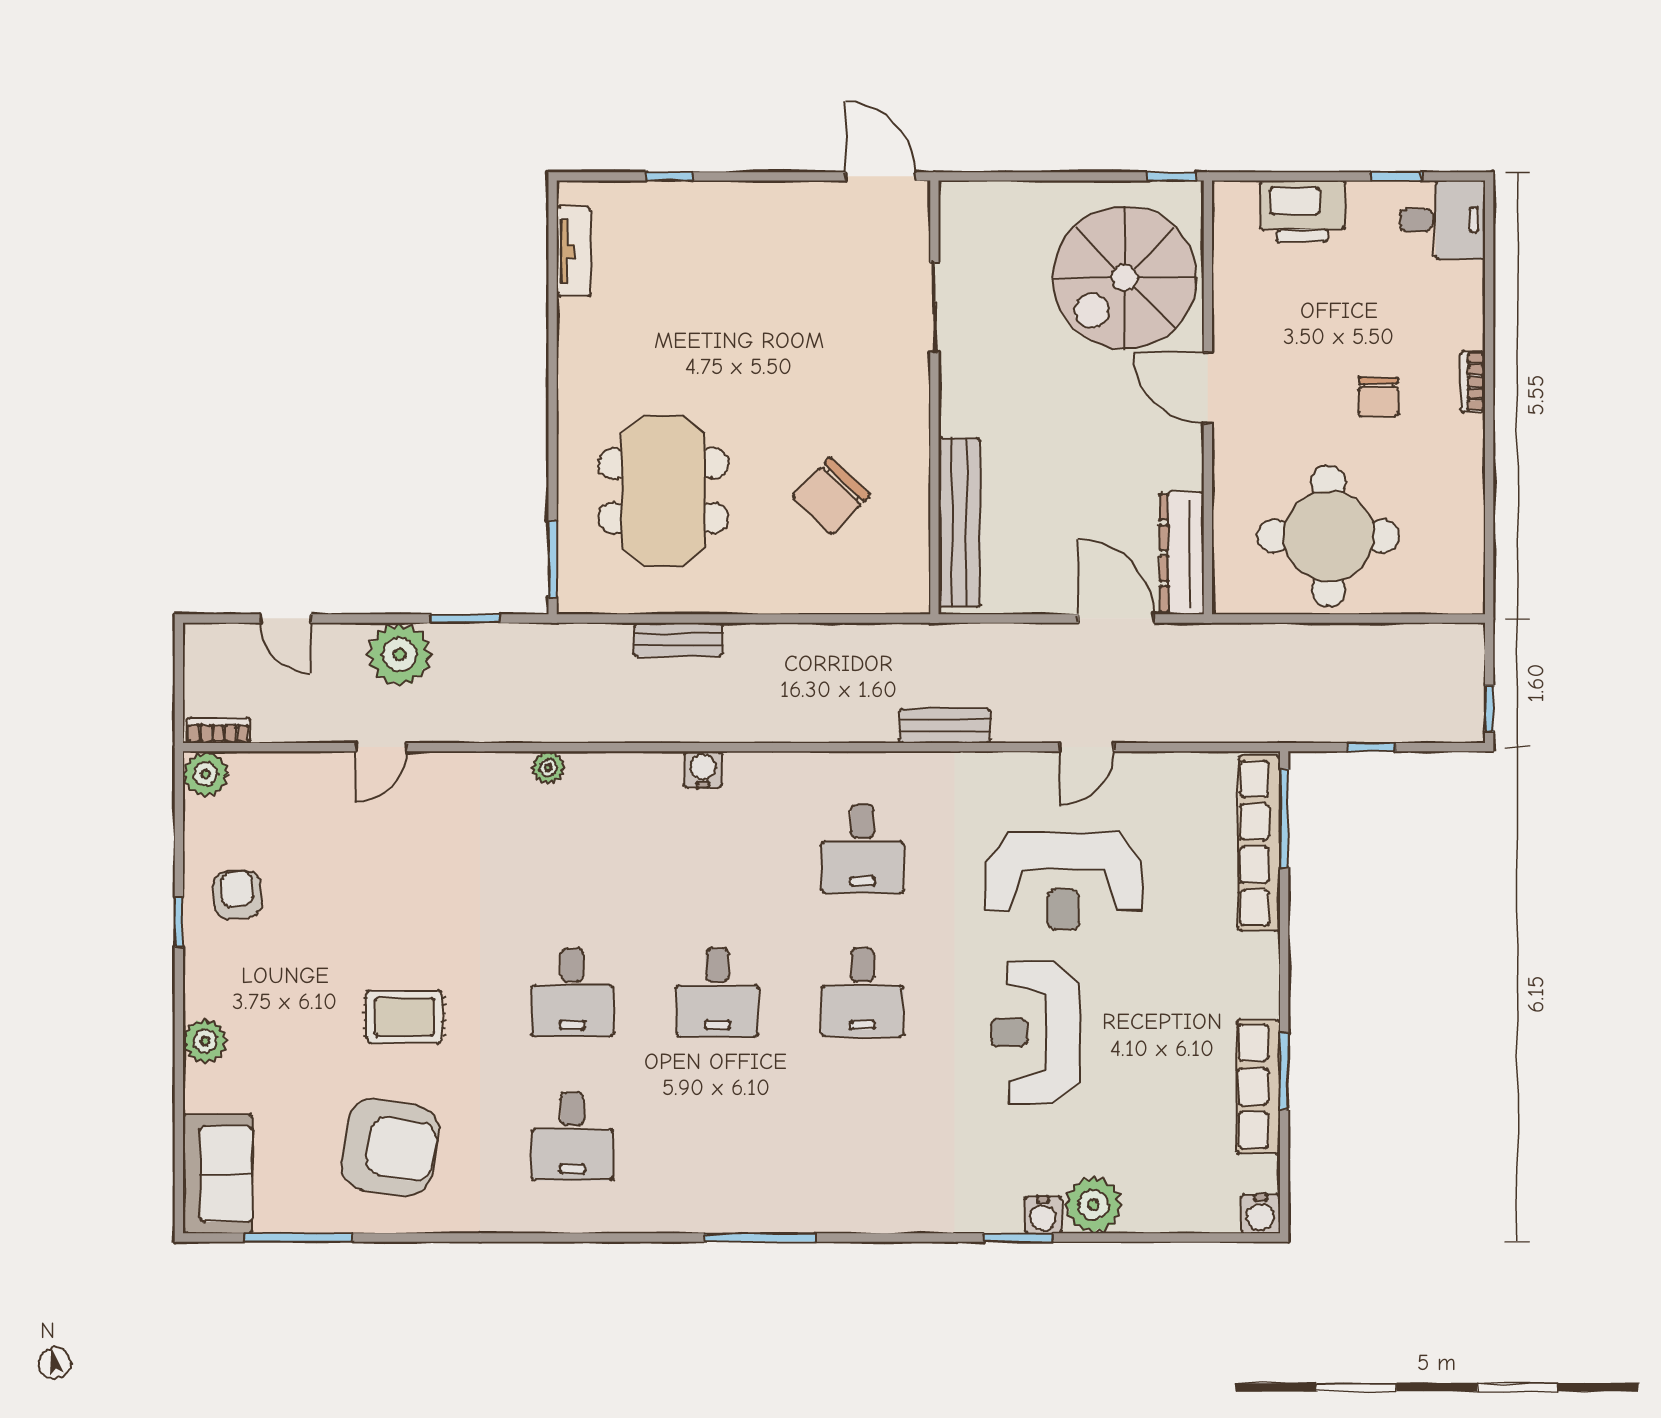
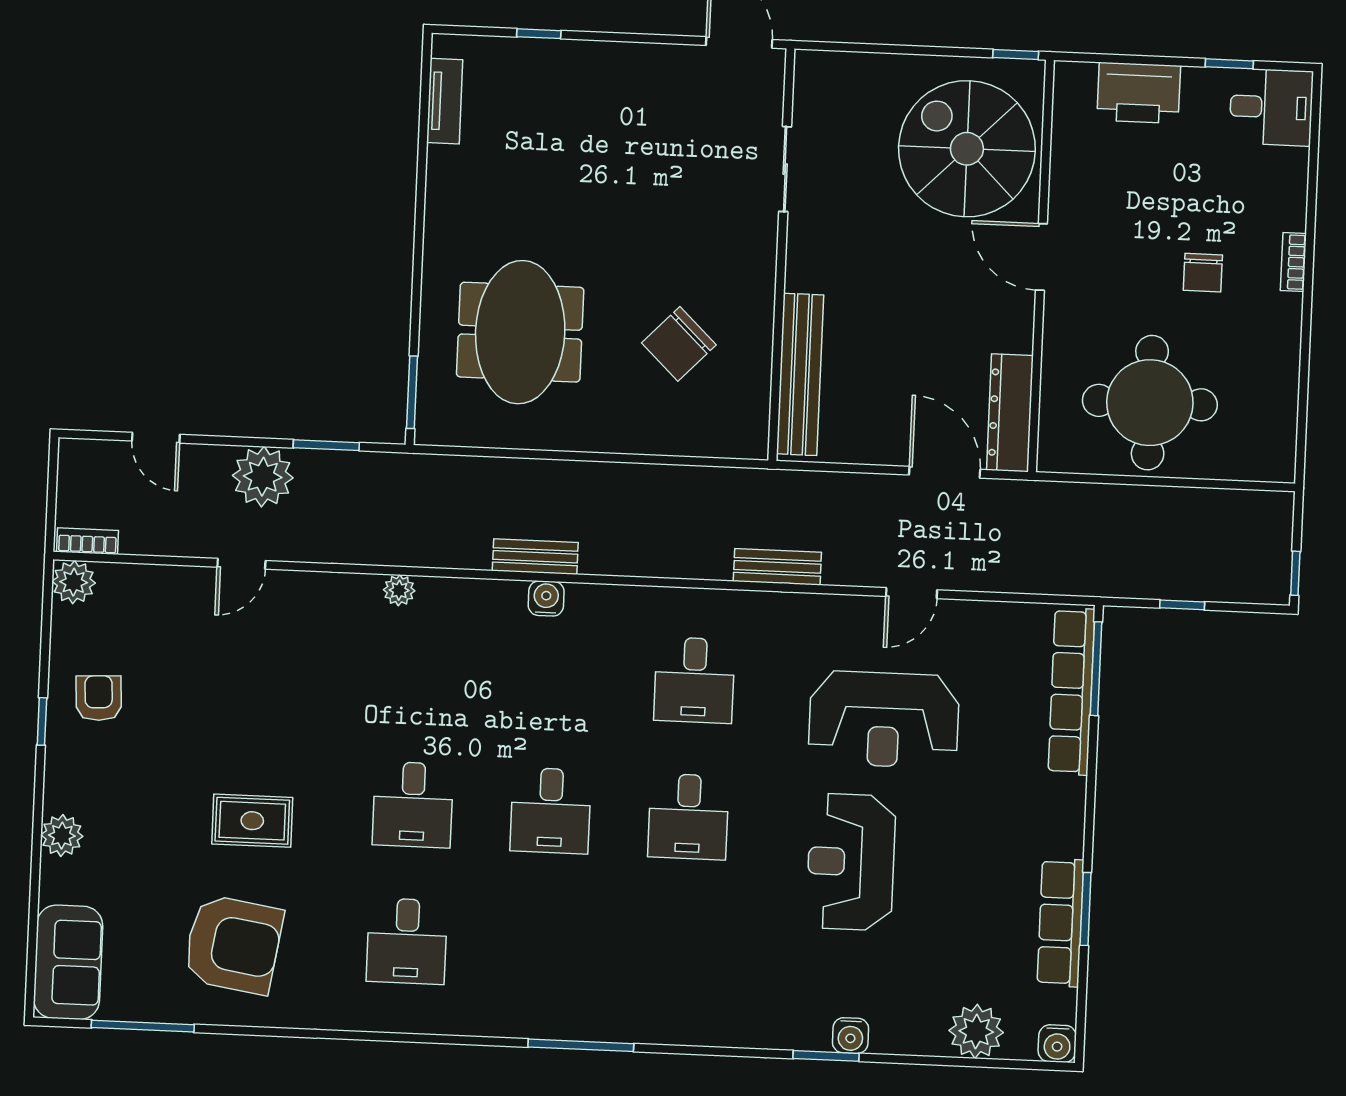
spiral stairs: (1125, 278) -> (967, 149), turned 90
bench: (679, 639) -> (535, 557), moved
plant: (1093, 1205) -> (976, 1031), moved

